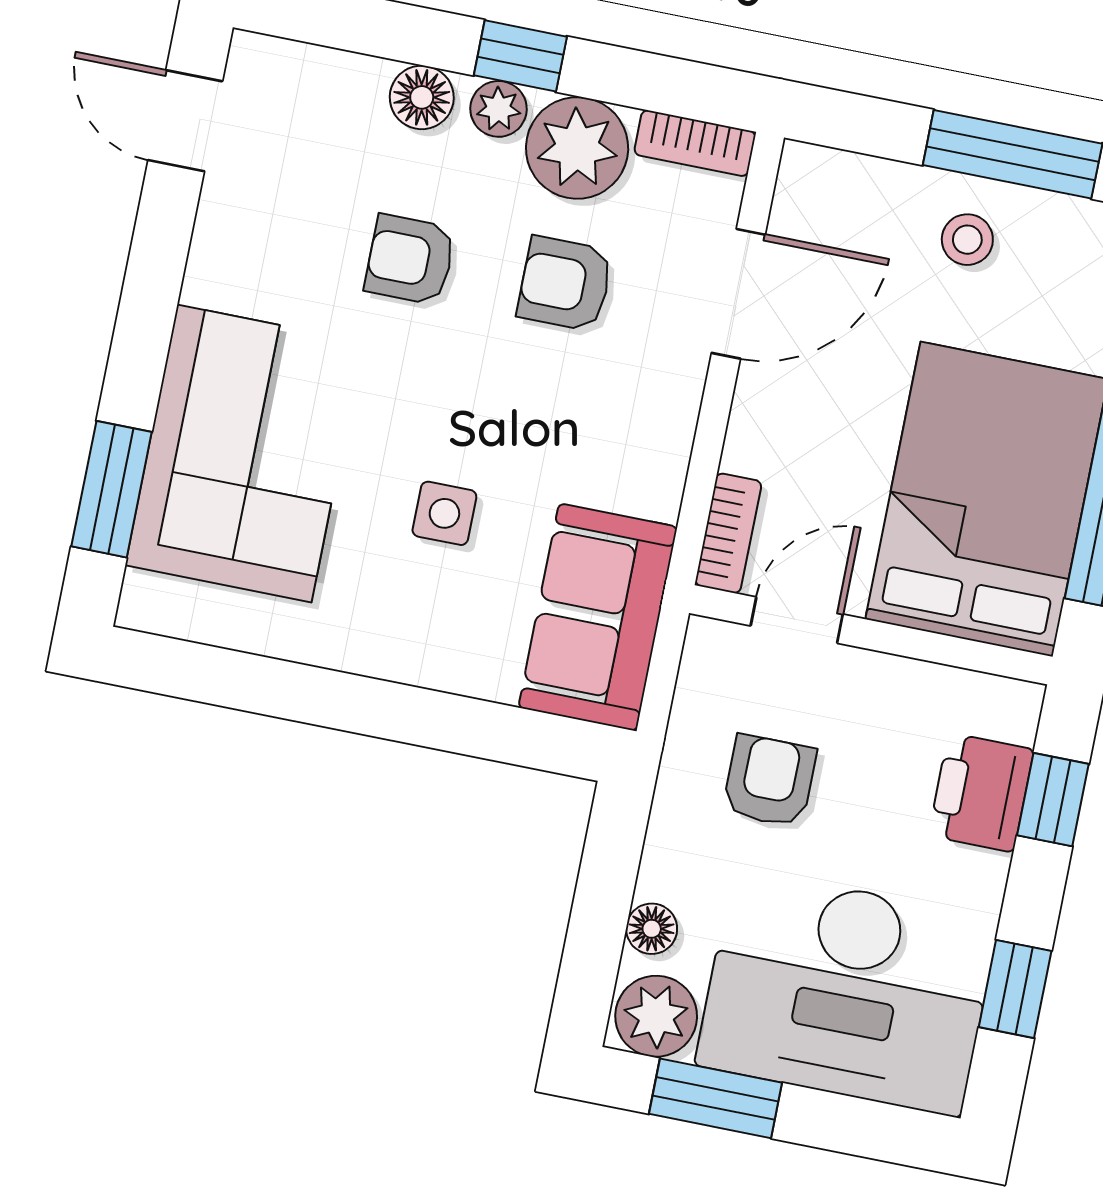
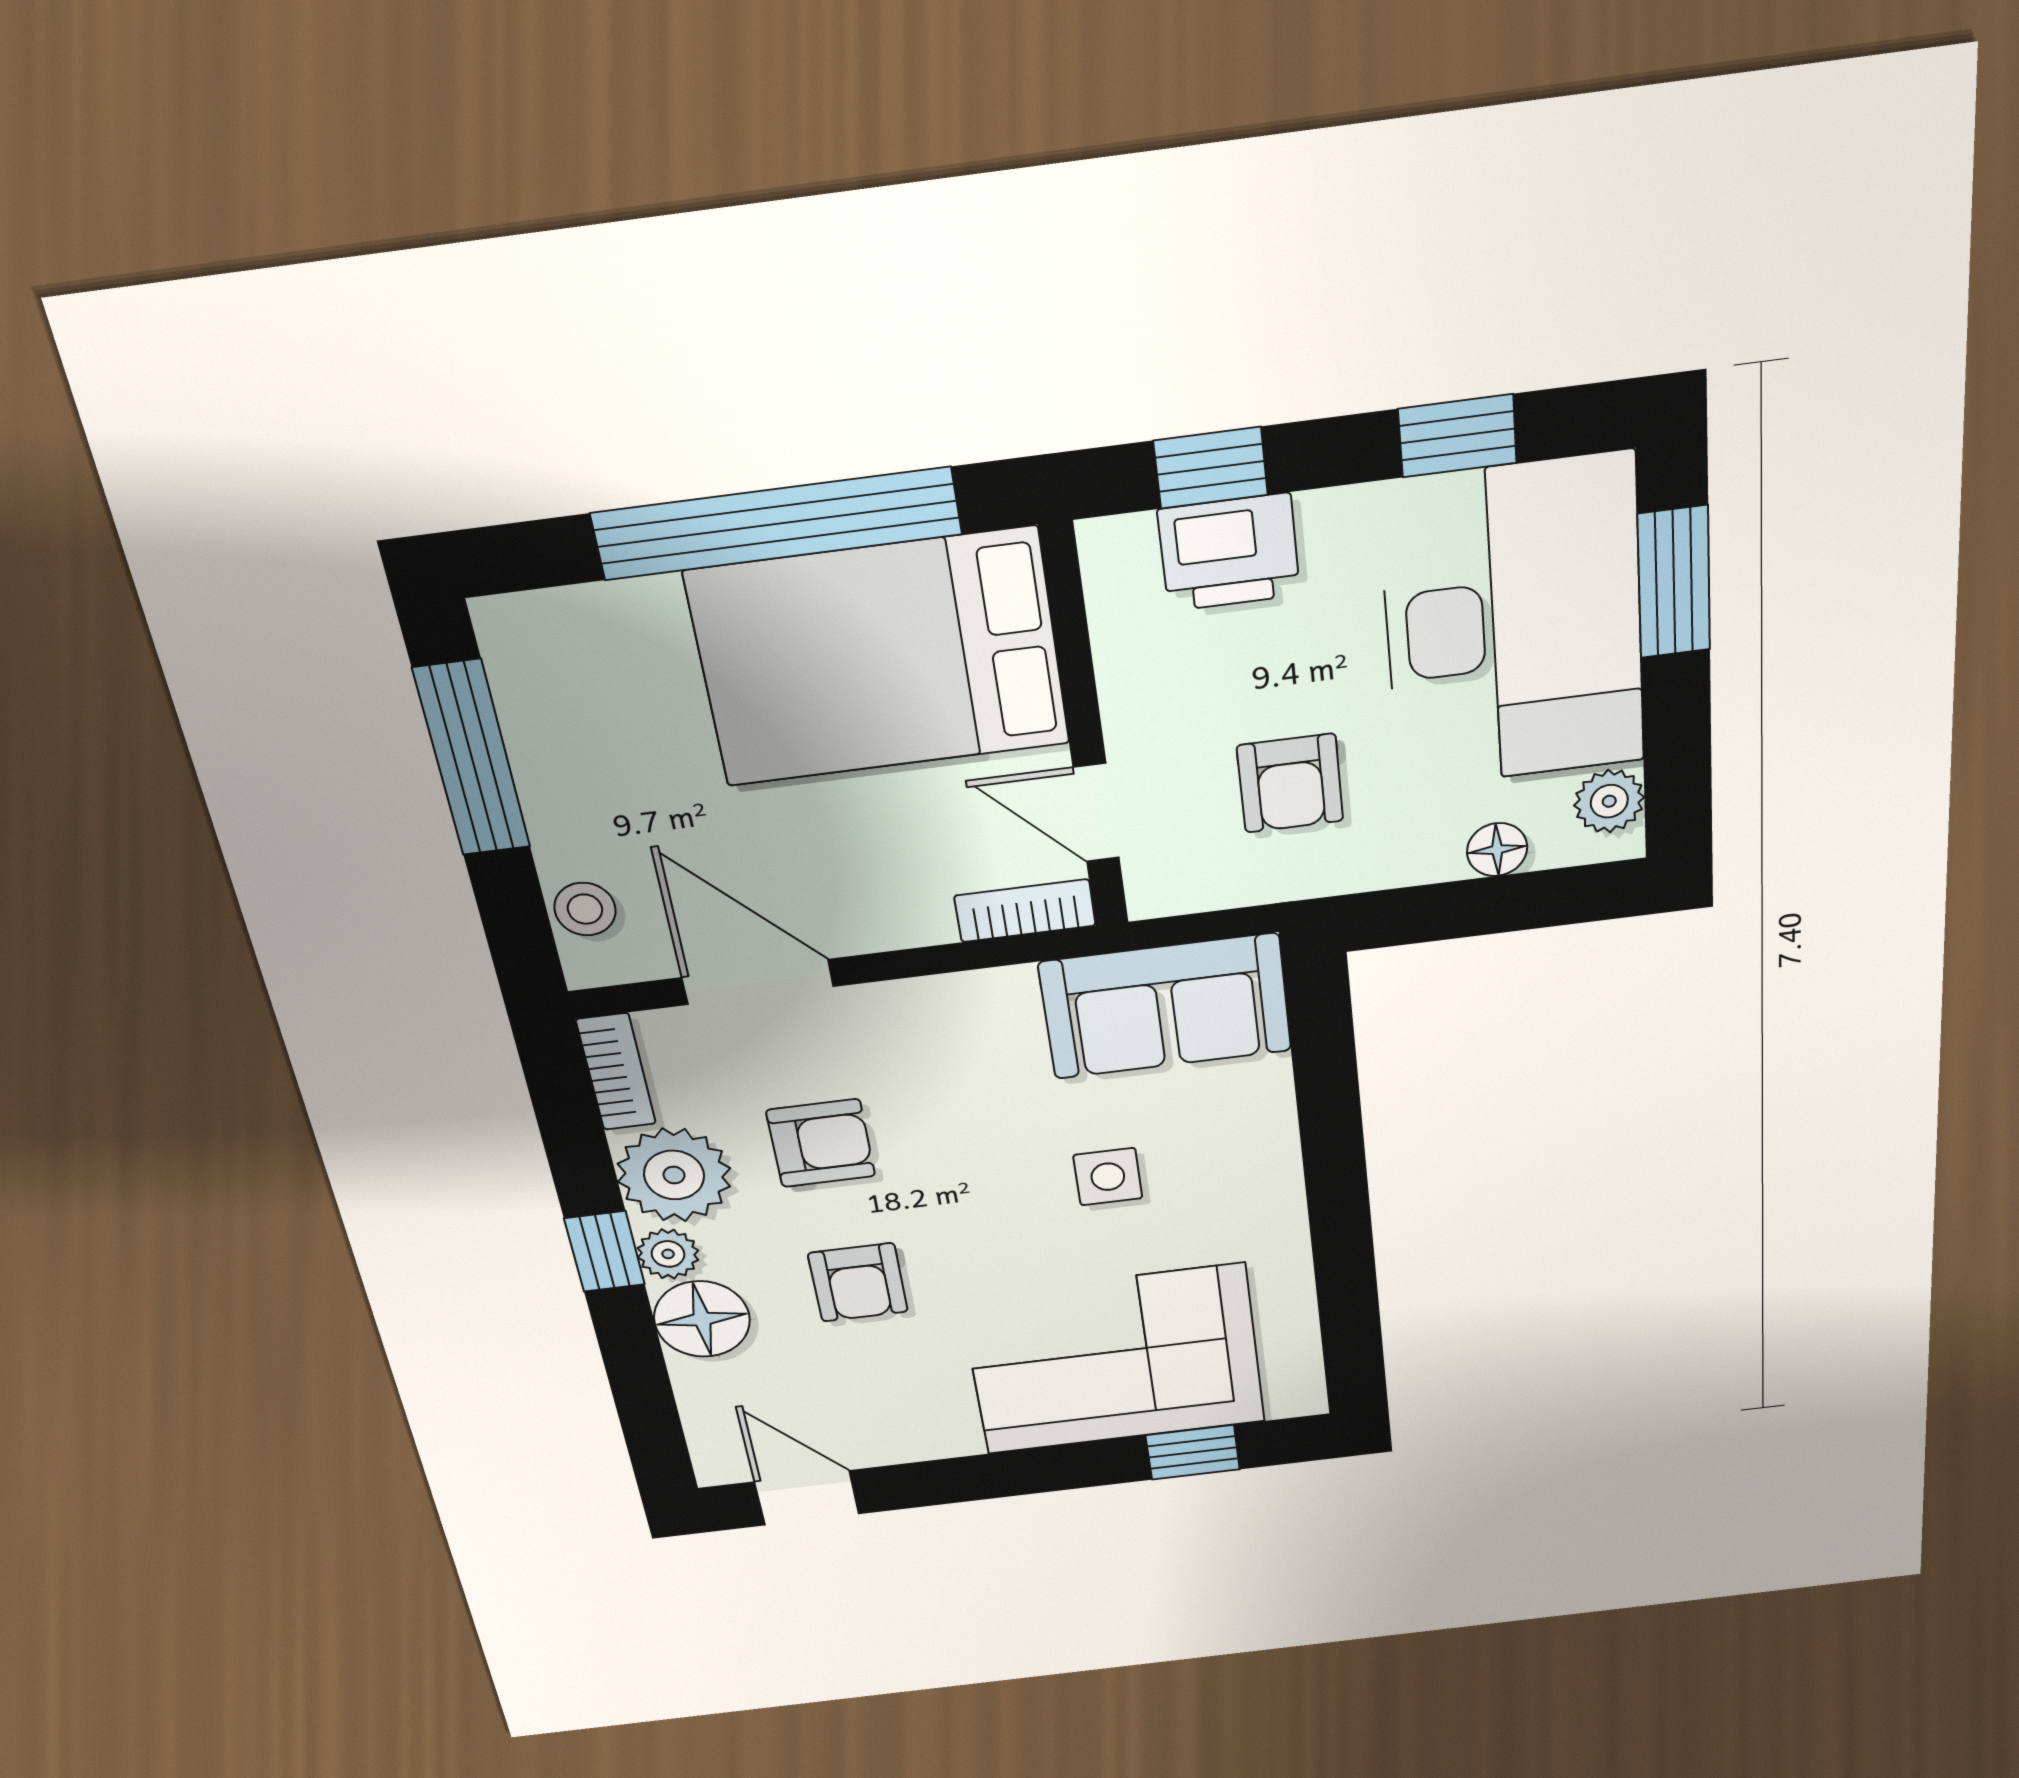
floor lamp: (422, 97) -> (702, 1319), width x1.38, depth x1.38
door: (185, 121) -> (807, 1498), swing flipped
stool: (967, 240) -> (585, 909), moved
armchair: (565, 284) -> (821, 1143), turned -90
window: (112, 489) -> (1193, 1452), width x0.67
armchair: (770, 781) -> (1290, 783), turned -90
plant: (656, 1016) -> (1609, 801), width x0.73, depth x0.73
window: (715, 1098) -> (1674, 582), moved

